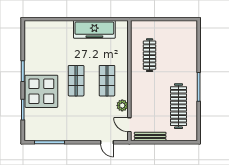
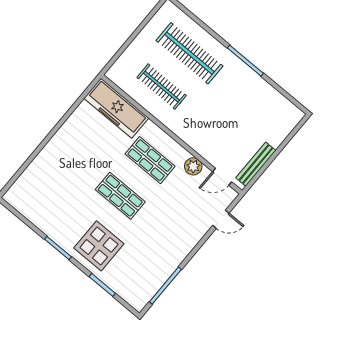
freezer: (94, 29) -> (116, 108), moved, turned 90
display table: (41, 91) -> (99, 246), width x0.73, depth x0.73
clothes rail: (178, 106) -> (189, 53), moved

